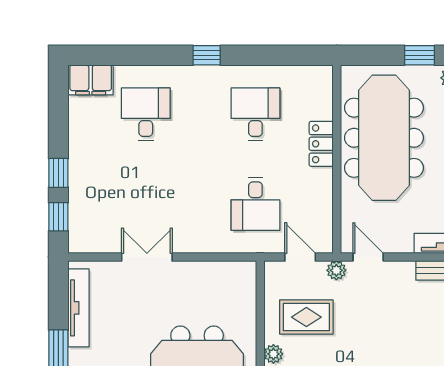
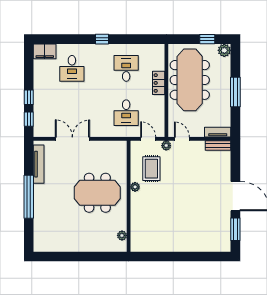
desk: (146, 114) -> (72, 68), turned 180
double door: (147, 257) -> (72, 139), width x1.37
rug: (306, 317) -> (151, 169), turned 90

